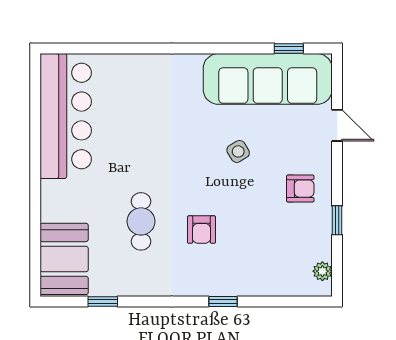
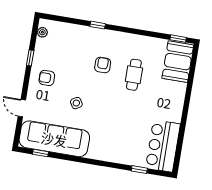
window: (102, 48) -> (139, 170), added
bar counter: (66, 116) -> (163, 146), width x0.73
window: (103, 302) -> (178, 39), moved

